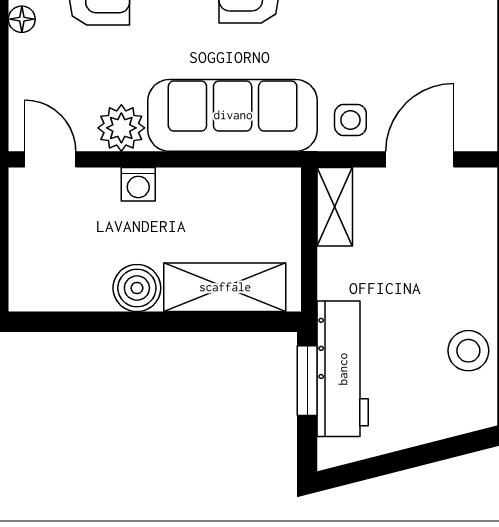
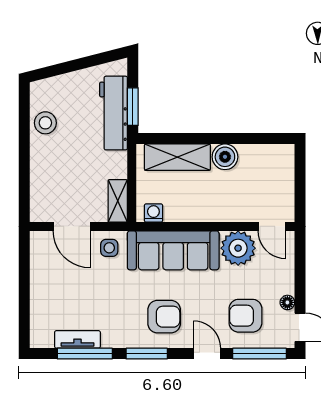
plant: (121, 128) -> (238, 248), width x1.36, depth x1.36
door: (420, 159) -> (72, 226), hinge flipped
washing machine: (138, 184) -> (153, 213), moved

